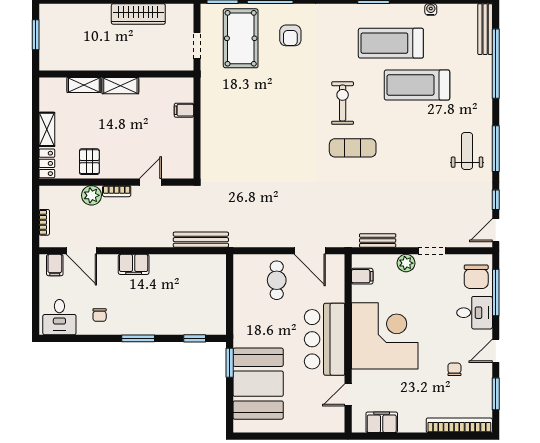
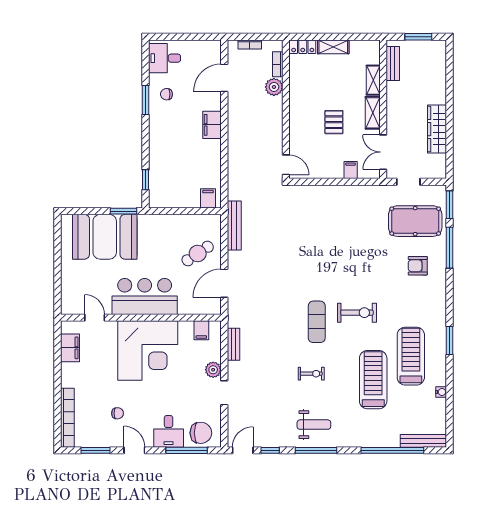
bench: (65, 63) -> (393, 64), added
double door: (164, 74) -> (383, 152), added
exercise bike: (410, 154) -> (311, 374), added
pallet: (89, 162) -> (334, 122), moved, turned 90
door: (150, 182) -> (286, 165), moved
bookcase: (117, 191) -> (278, 64), moved
door: (496, 230) -> (243, 450), hinge flipped
bench: (201, 240) -> (234, 226), moved
filing cabinet: (55, 265) -> (208, 198), moved, turned 90
chair: (476, 277) -> (201, 433), turned 180
cafe table: (277, 280) -> (198, 253), turned -34
window: (138, 338) -> (145, 100), moved

